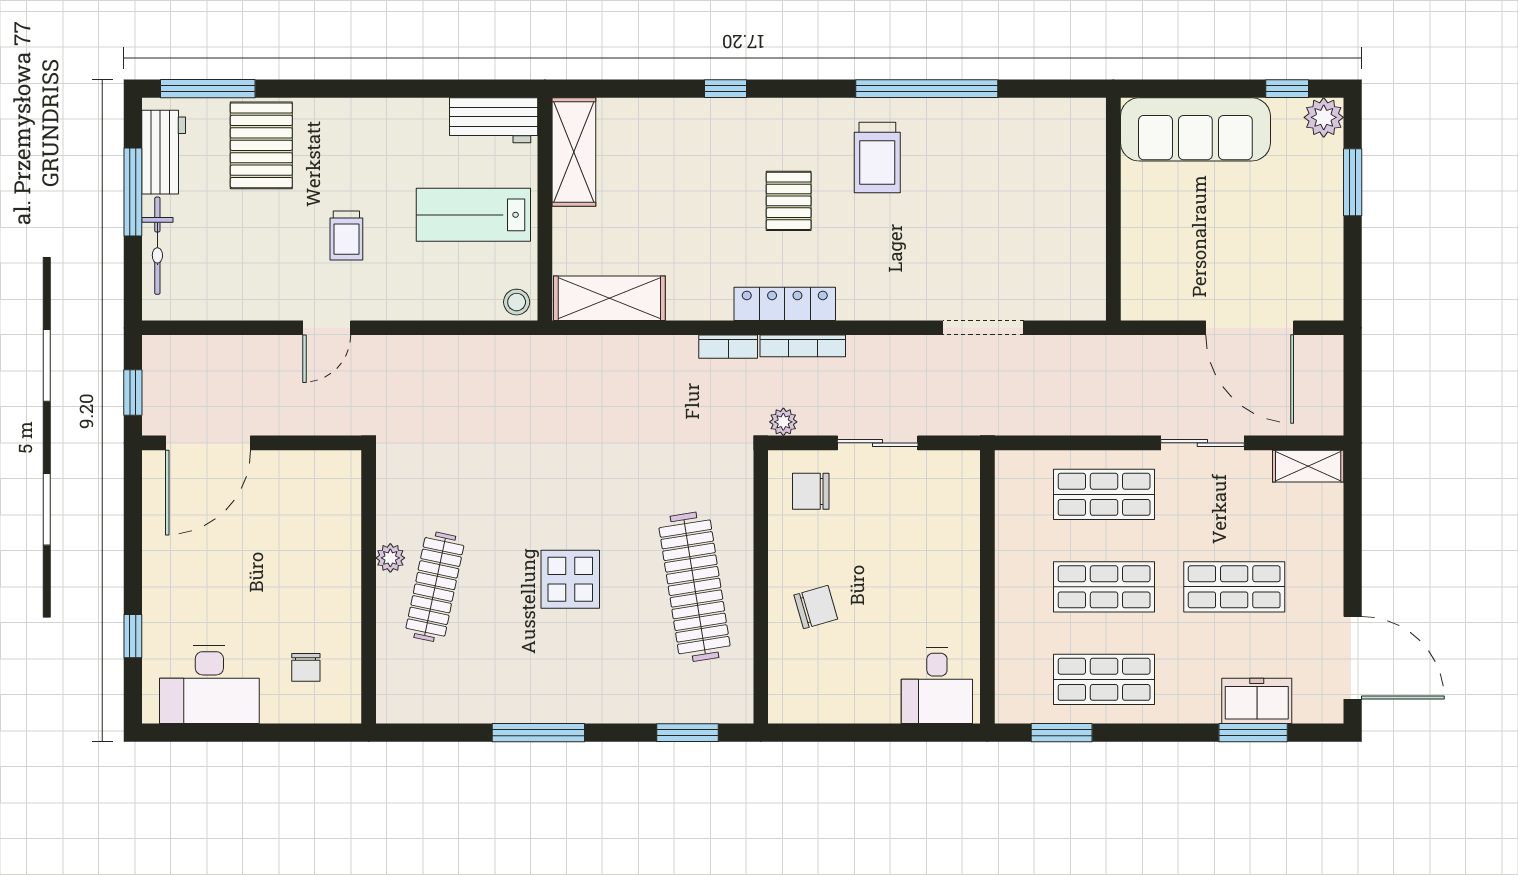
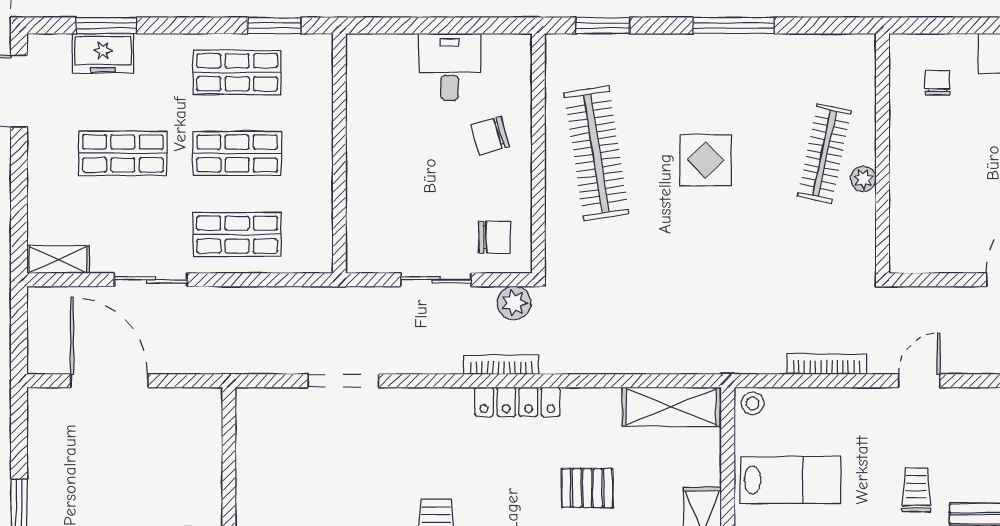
pallet: (789, 201) -> (587, 488), moved, turned 90
trolley: (346, 236) -> (916, 490), moved
bookcase: (728, 347) -> (827, 364), moved, width x1.56
plant: (783, 422) -> (514, 303), width x1.38, depth x1.38
desk: (937, 685) -> (450, 67), moved

